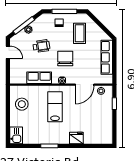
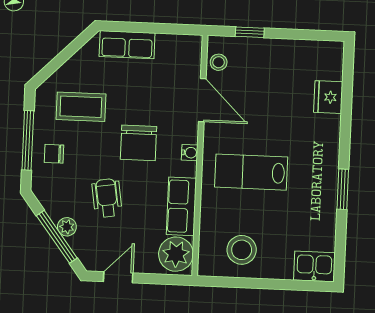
row of seats: (107, 57) -> (127, 45), width x0.68
chair: (65, 58) -> (138, 143), turned -90
plant: (19, 76) -> (176, 254), added
fridge: (76, 138) -> (328, 97), moved

